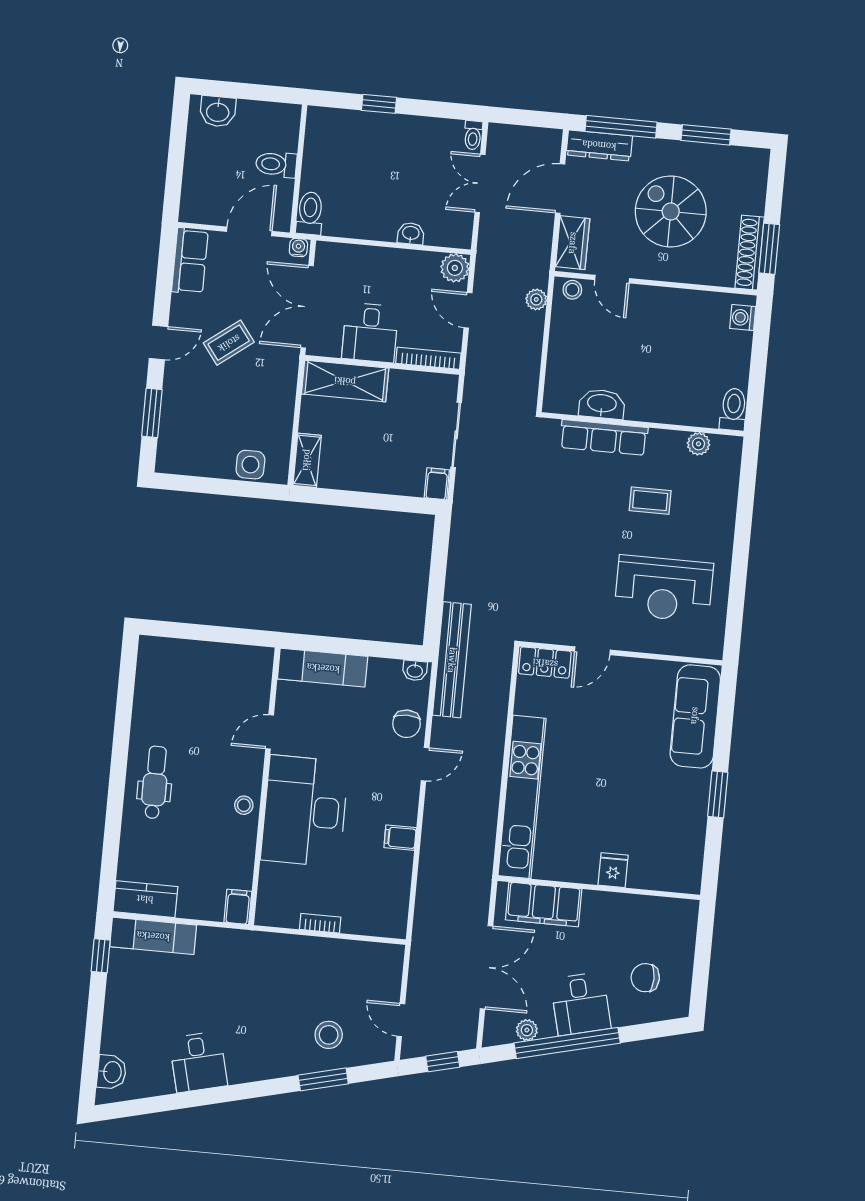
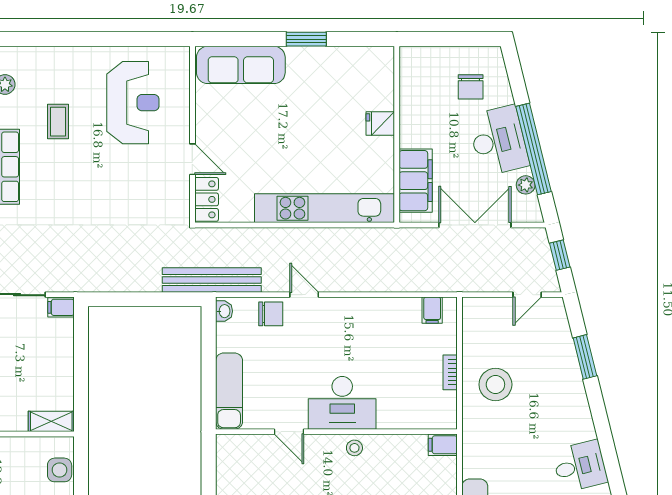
desk: (305, 811) -> (342, 403), width x0.73, depth x0.77
filing cabinet: (400, 838) -> (432, 310), moved
desk: (581, 1004) -> (498, 141), width x1.37
stool: (329, 1035) -> (495, 384), moved, width x1.38, depth x1.38

